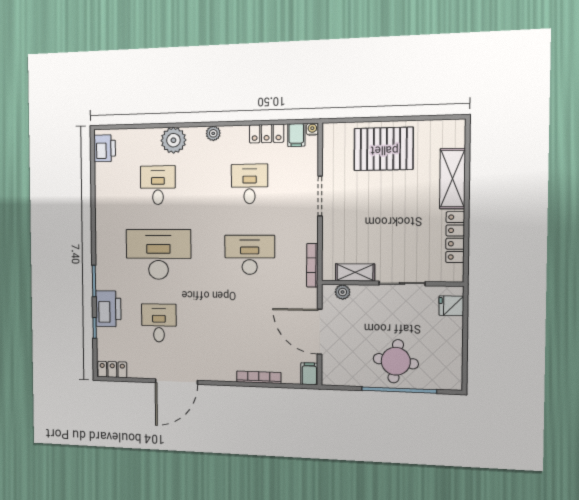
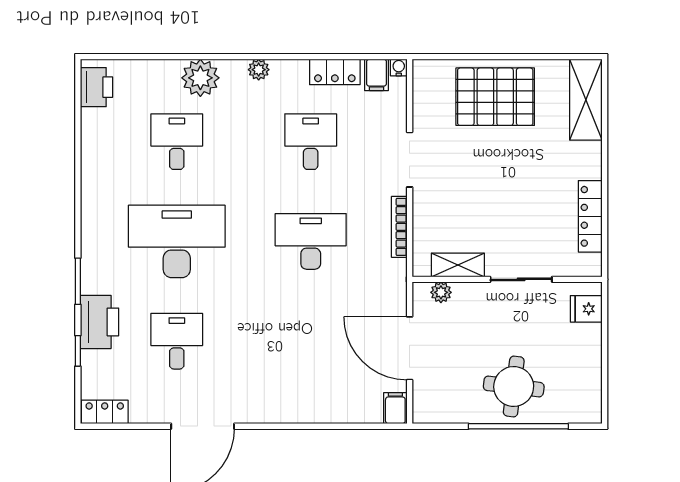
shelving: (452, 179) -> (586, 100), moved
bookcase: (312, 265) -> (399, 227), moved
bookcase: (259, 377) -> (324, 416), removed

